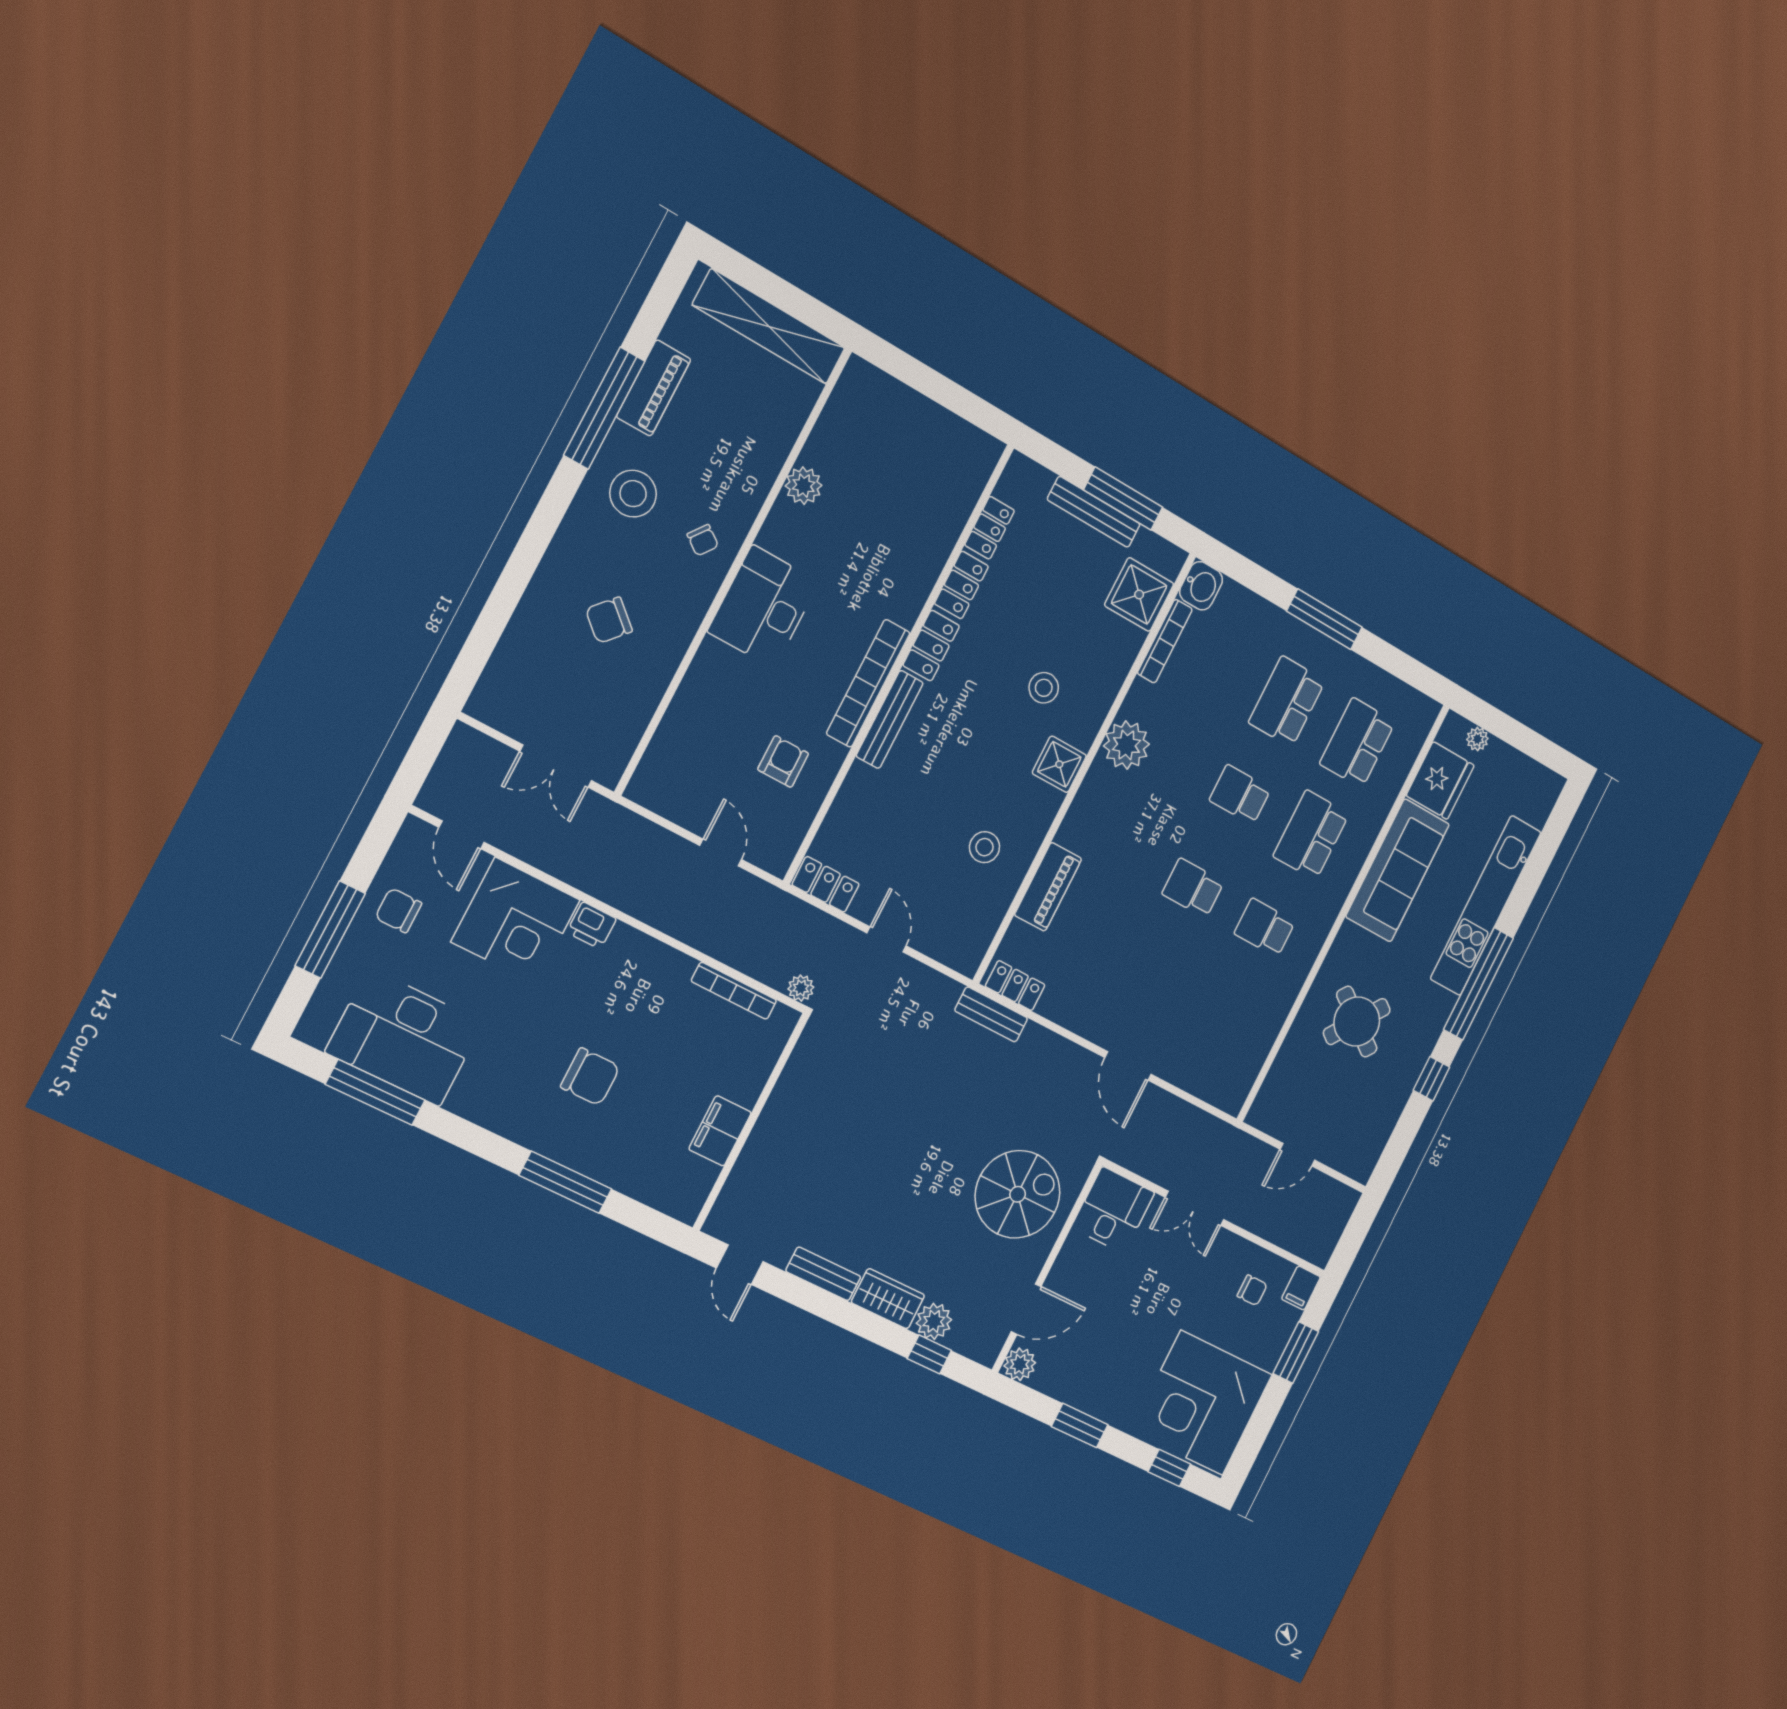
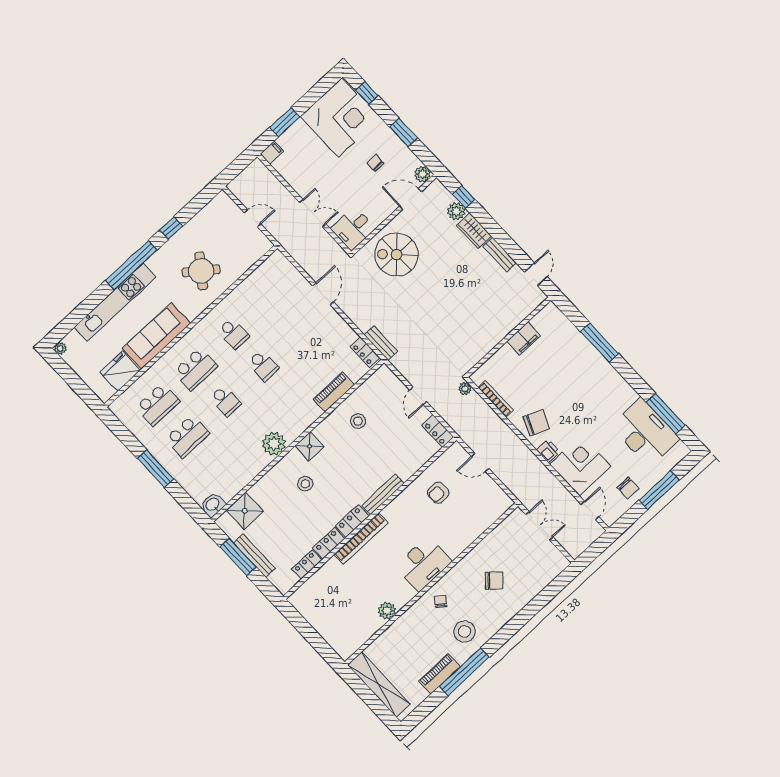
bookcase: (1165, 641) -> (239, 485), removed
bookcase: (868, 683) -> (361, 539), moved
plant: (1477, 739) -> (60, 348), moved
door: (721, 853) -> (480, 462), hinge flipped
chair: (590, 1077) -> (536, 423), moved, turned 113
chair: (1252, 1290) -> (375, 163), moved

